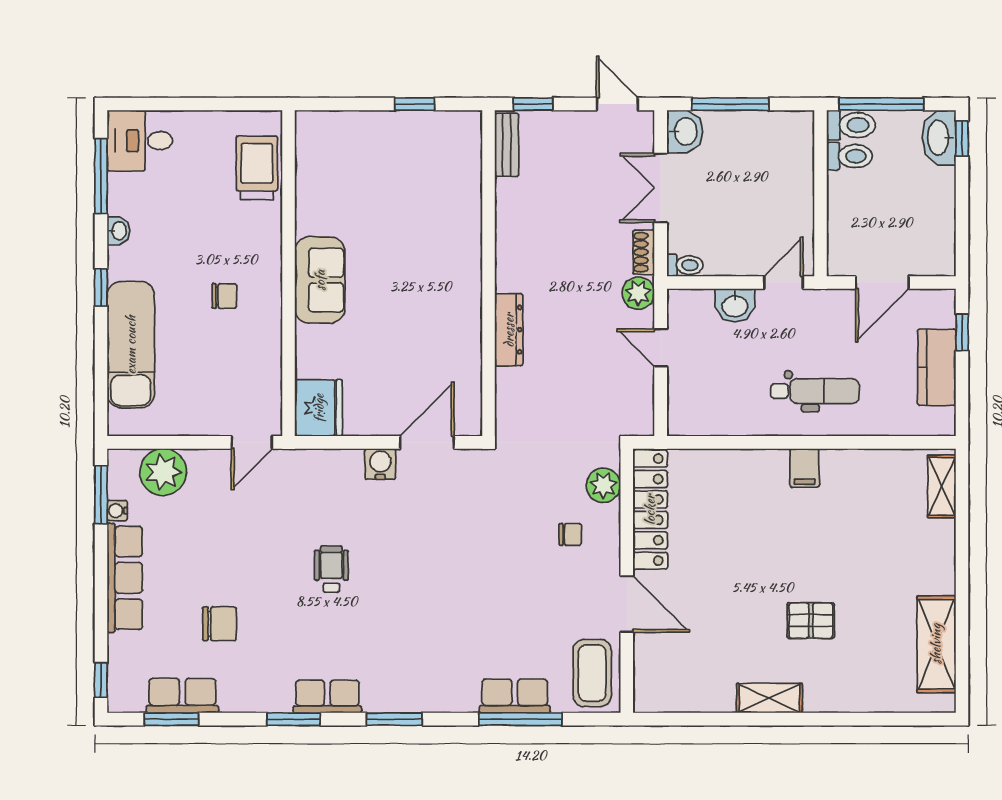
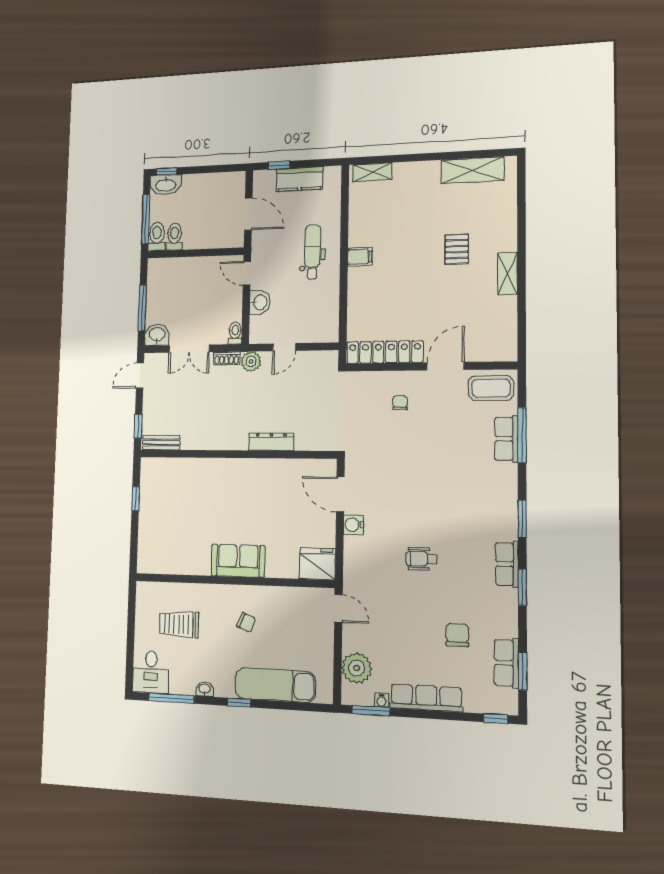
trolley: (257, 168) -> (179, 624), moved
chair: (224, 296) -> (246, 622), turned 112
plant: (603, 485) -> (369, 382), removed

